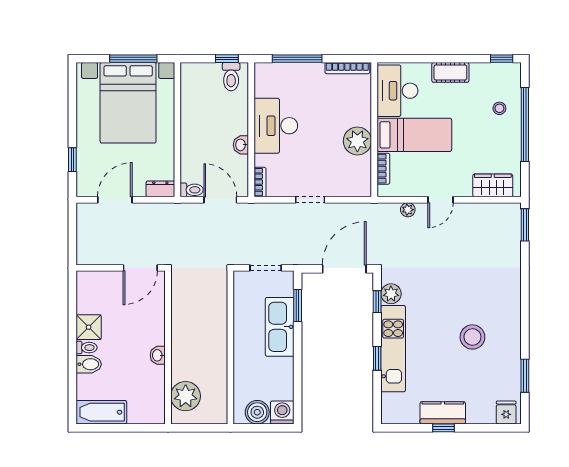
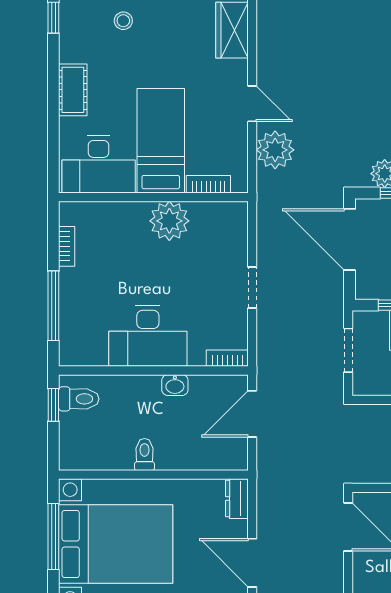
bookcase: (347, 68) -> (67, 246), width x0.64
toilet: (192, 190) -> (144, 454), moved
plant: (408, 210) -> (275, 150), width x1.88, depth x1.88

